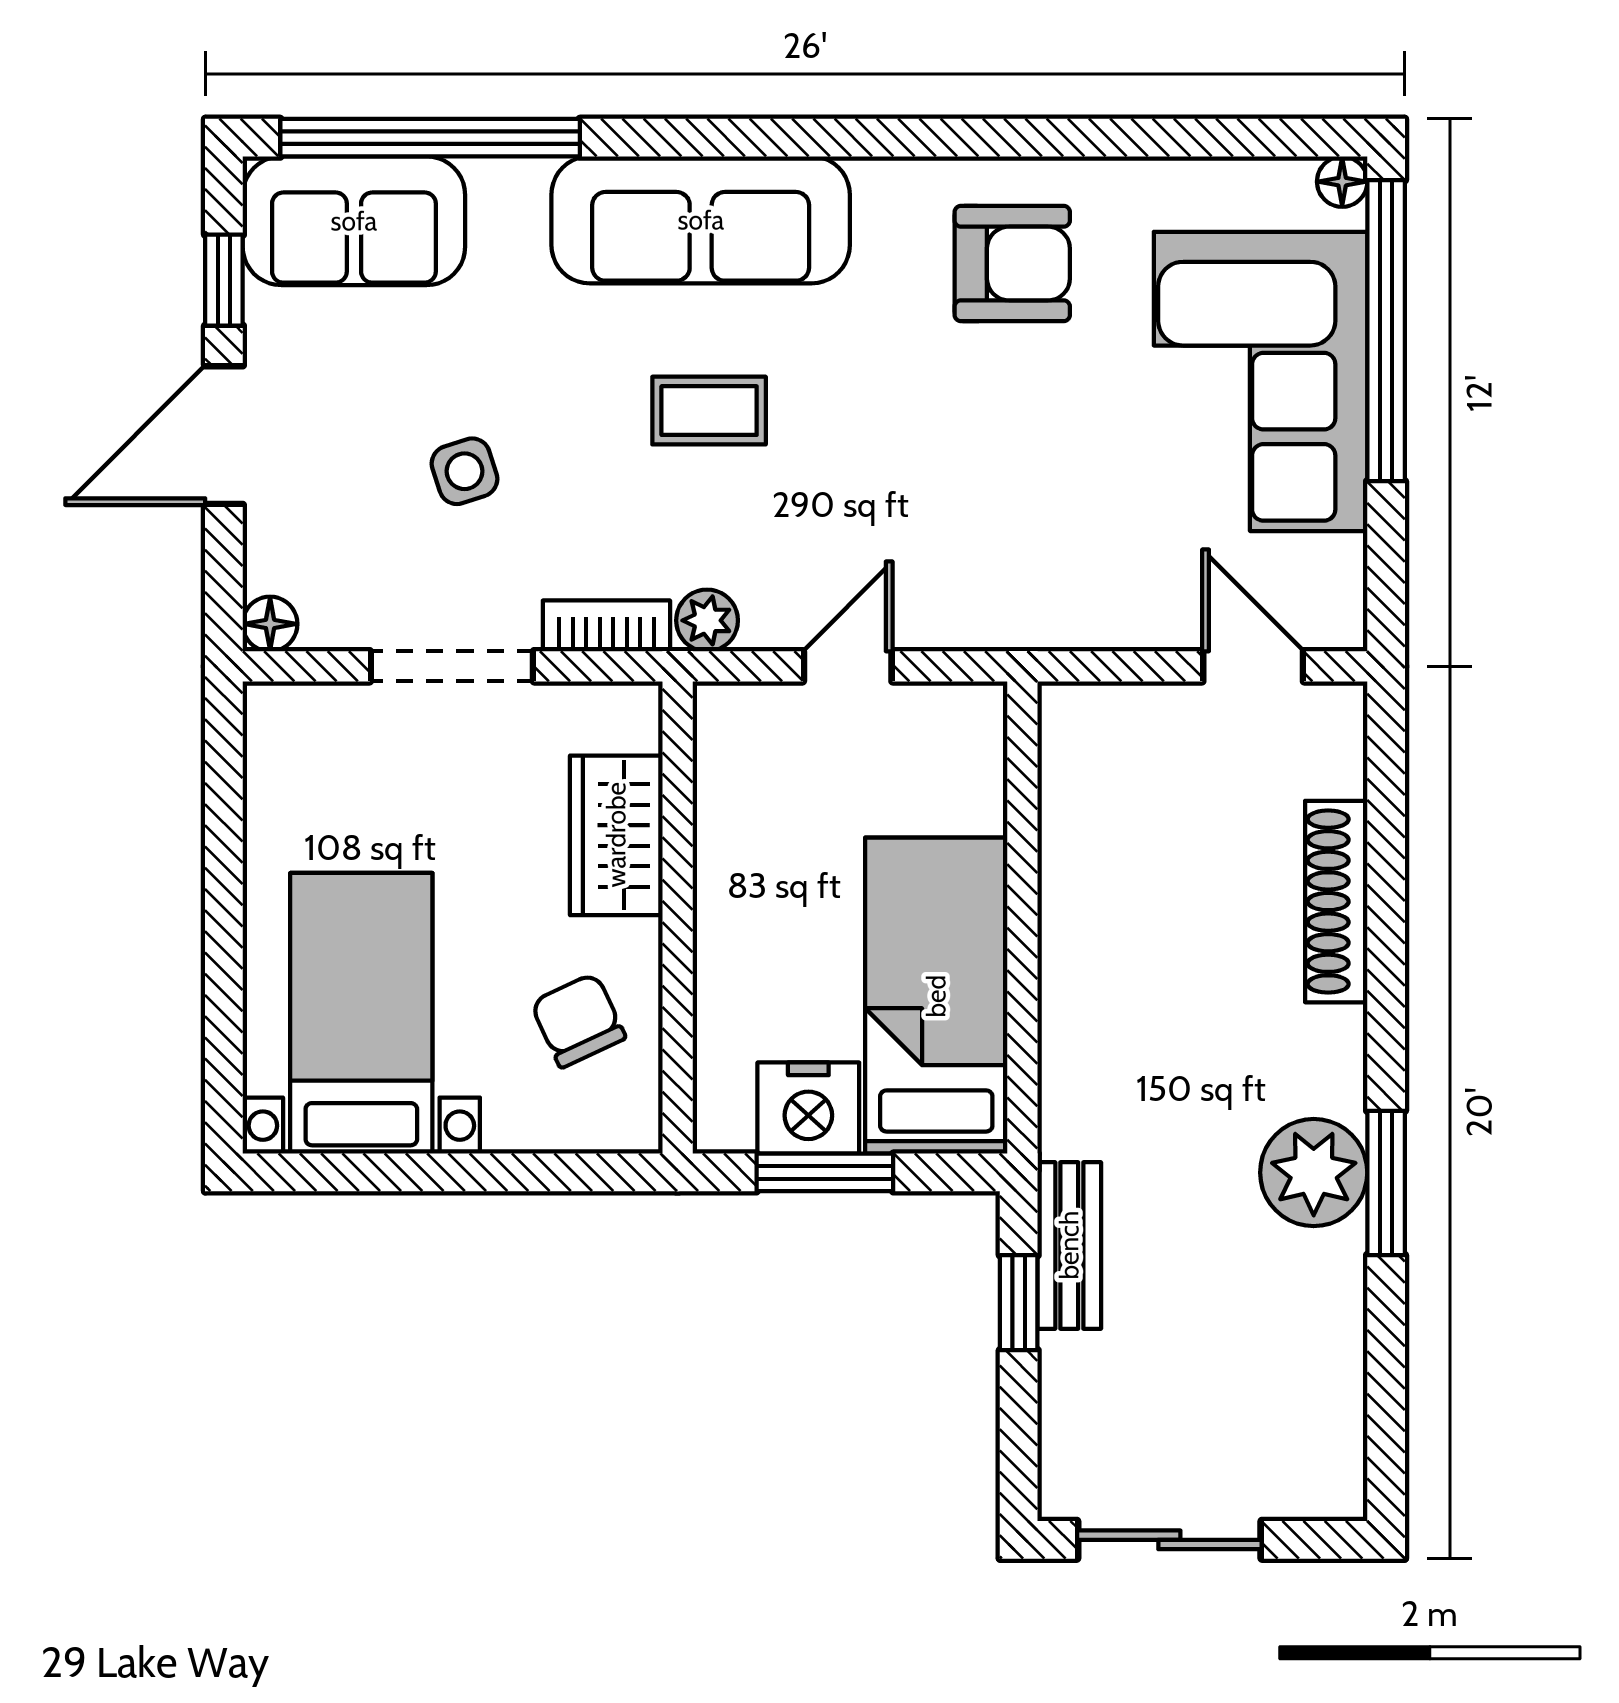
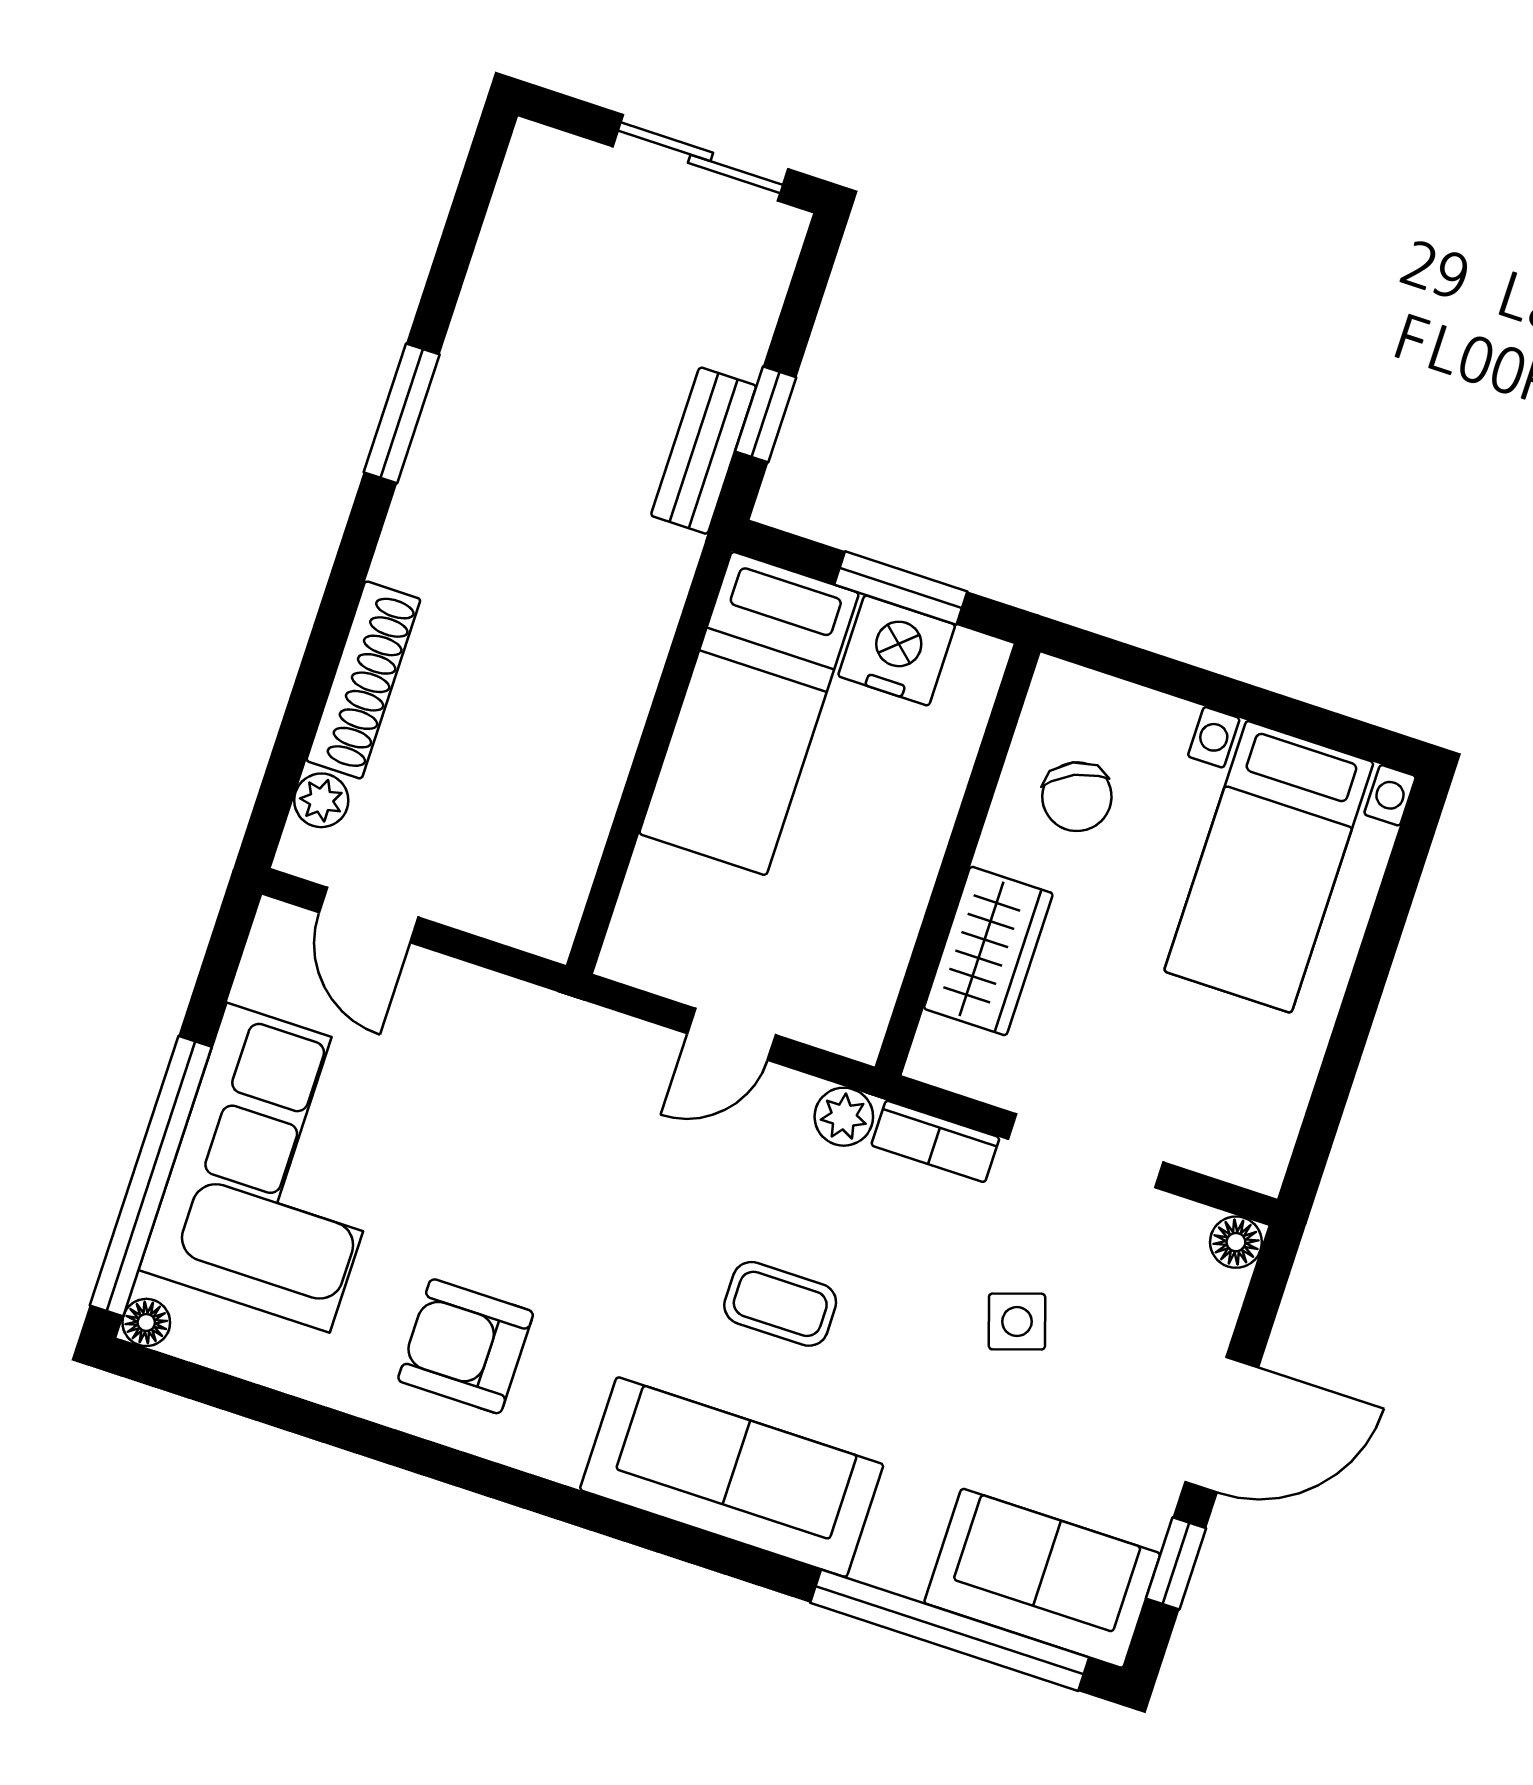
plant: (1314, 1173) -> (321, 800), moved, width x0.53, depth x0.53

